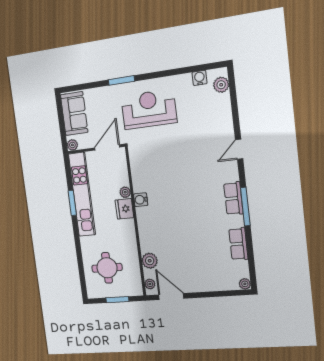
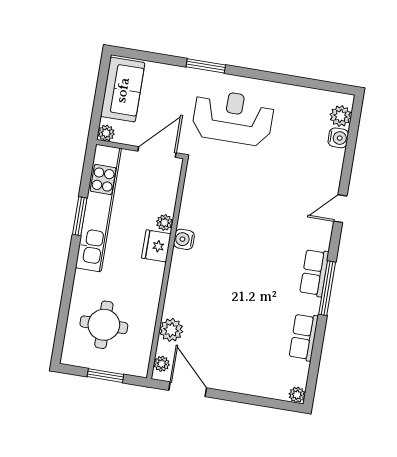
water cooler: (200, 78) -> (338, 138), moved, turned 90

